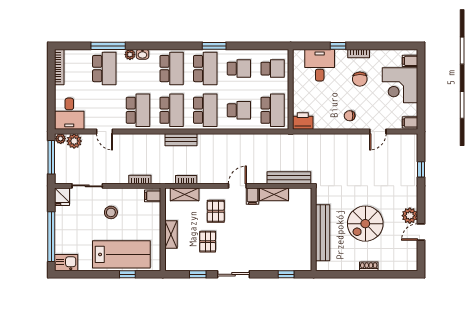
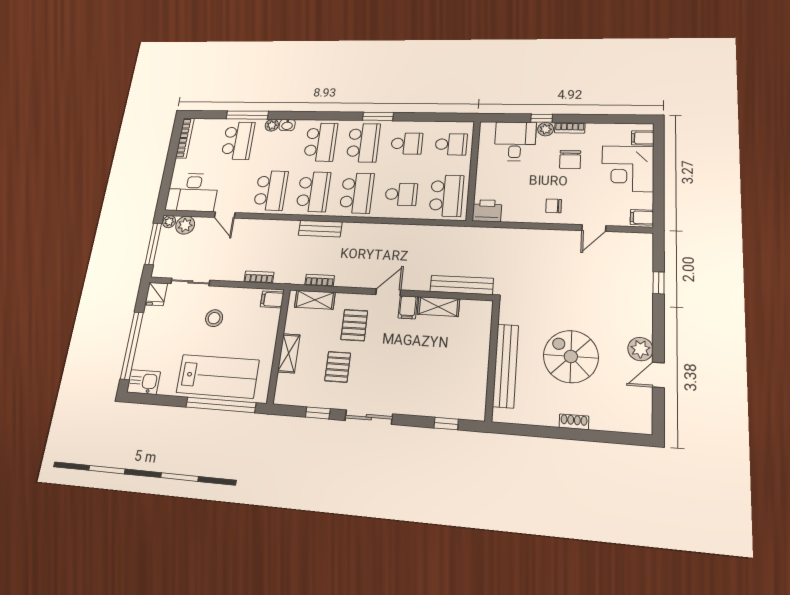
plant: (341, 55) -> (546, 129), added
desk: (69, 114) -> (192, 192), width x1.37
spiral stairs: (365, 224) -> (571, 356), turned 90
window: (127, 274) -> (221, 405), width x3.17

